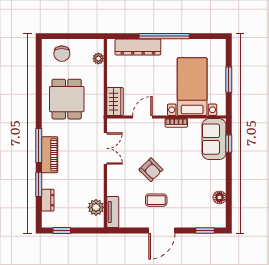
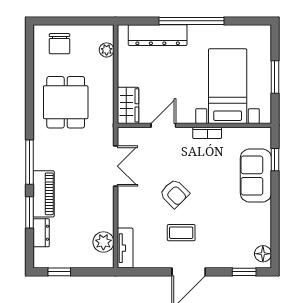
sofa: (214, 139) -> (256, 176), moved
piano: (50, 155) -> (44, 194), moved
floor lamp: (220, 197) -> (263, 254), moved

